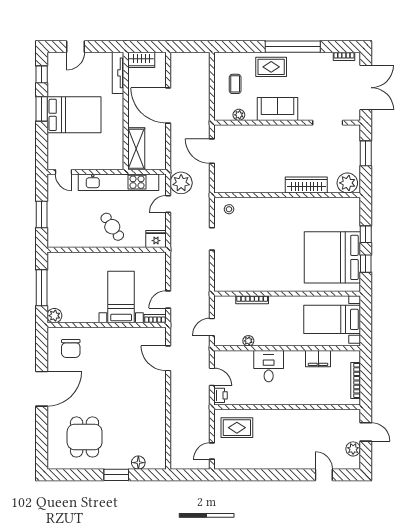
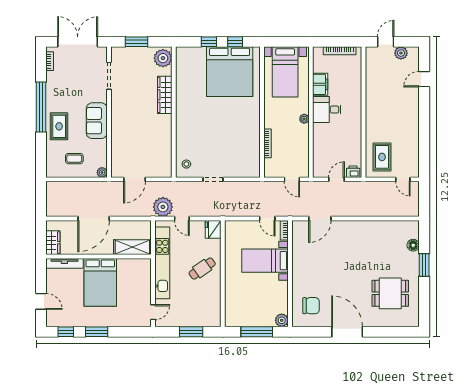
bed: (74, 115) -> (100, 282), moved, turned 180
plant: (239, 115) -> (102, 172), moved
plant: (248, 341) -> (304, 119), moved
desk: (269, 366) -> (327, 110), moved

